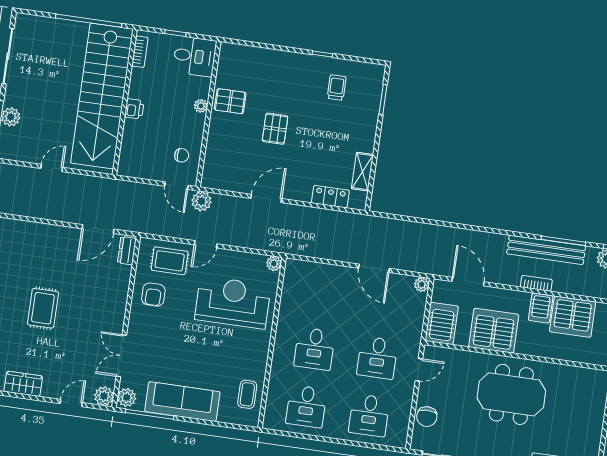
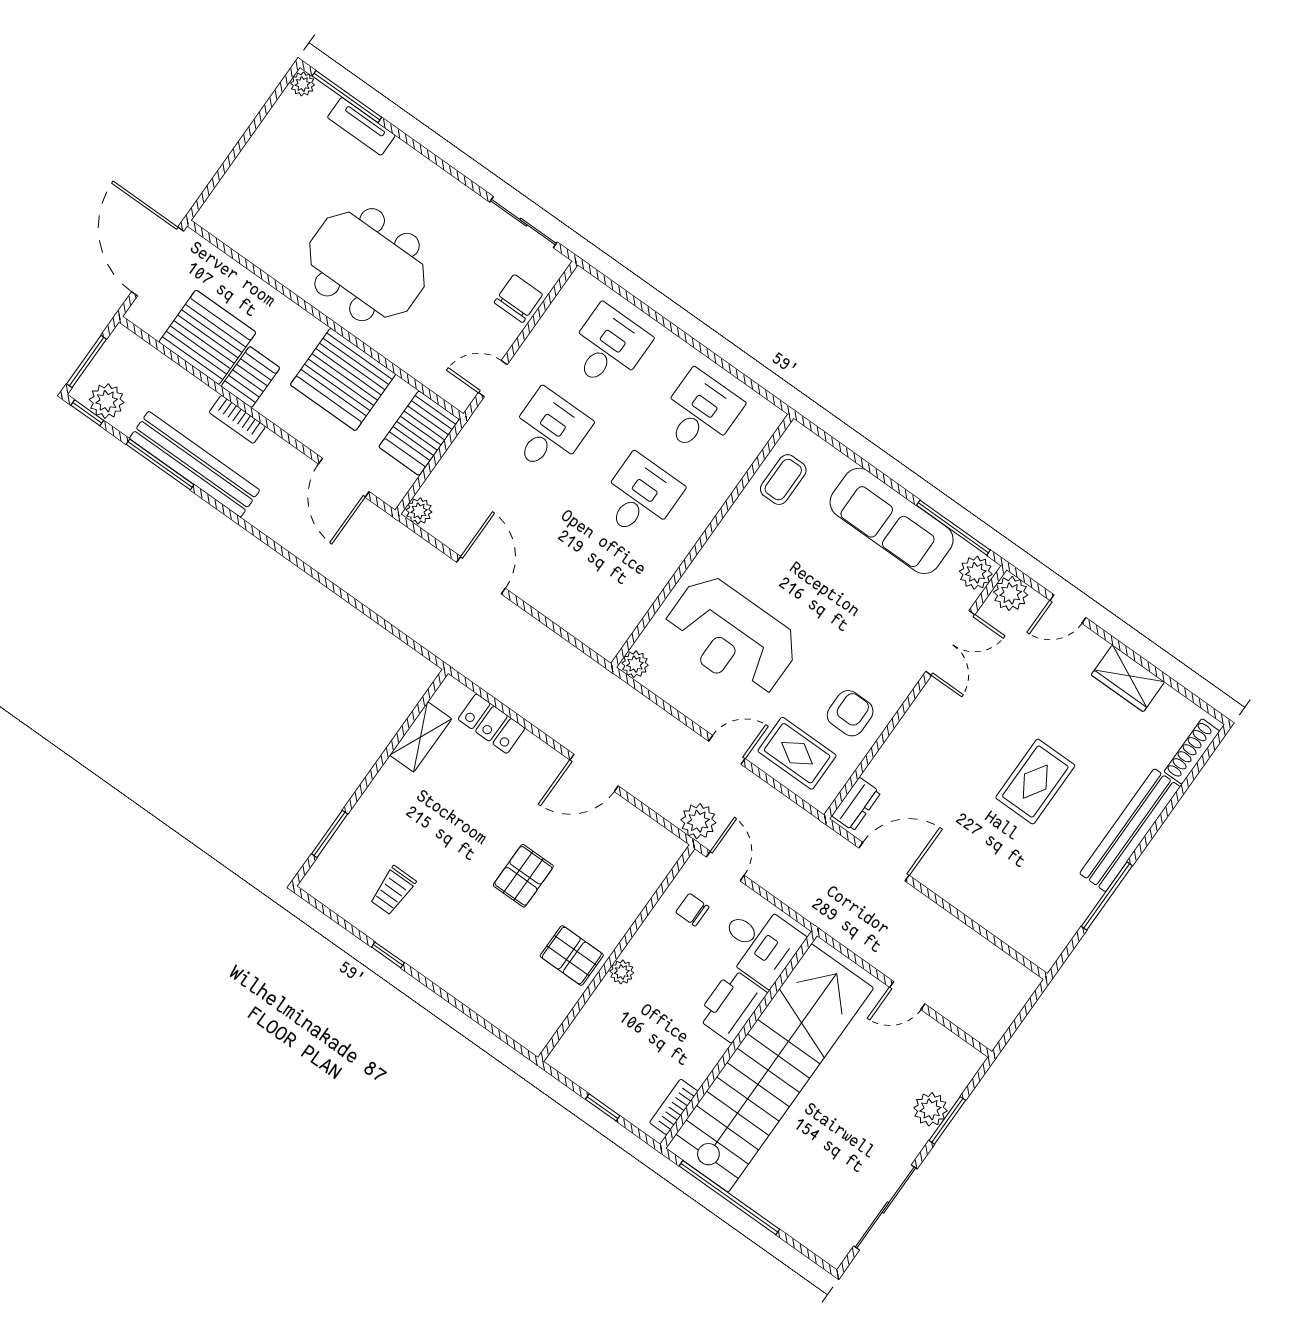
desk: (195, 56) -> (760, 943), moved, turned 180
printer: (134, 109) -> (732, 1005), width x1.87, depth x1.48

